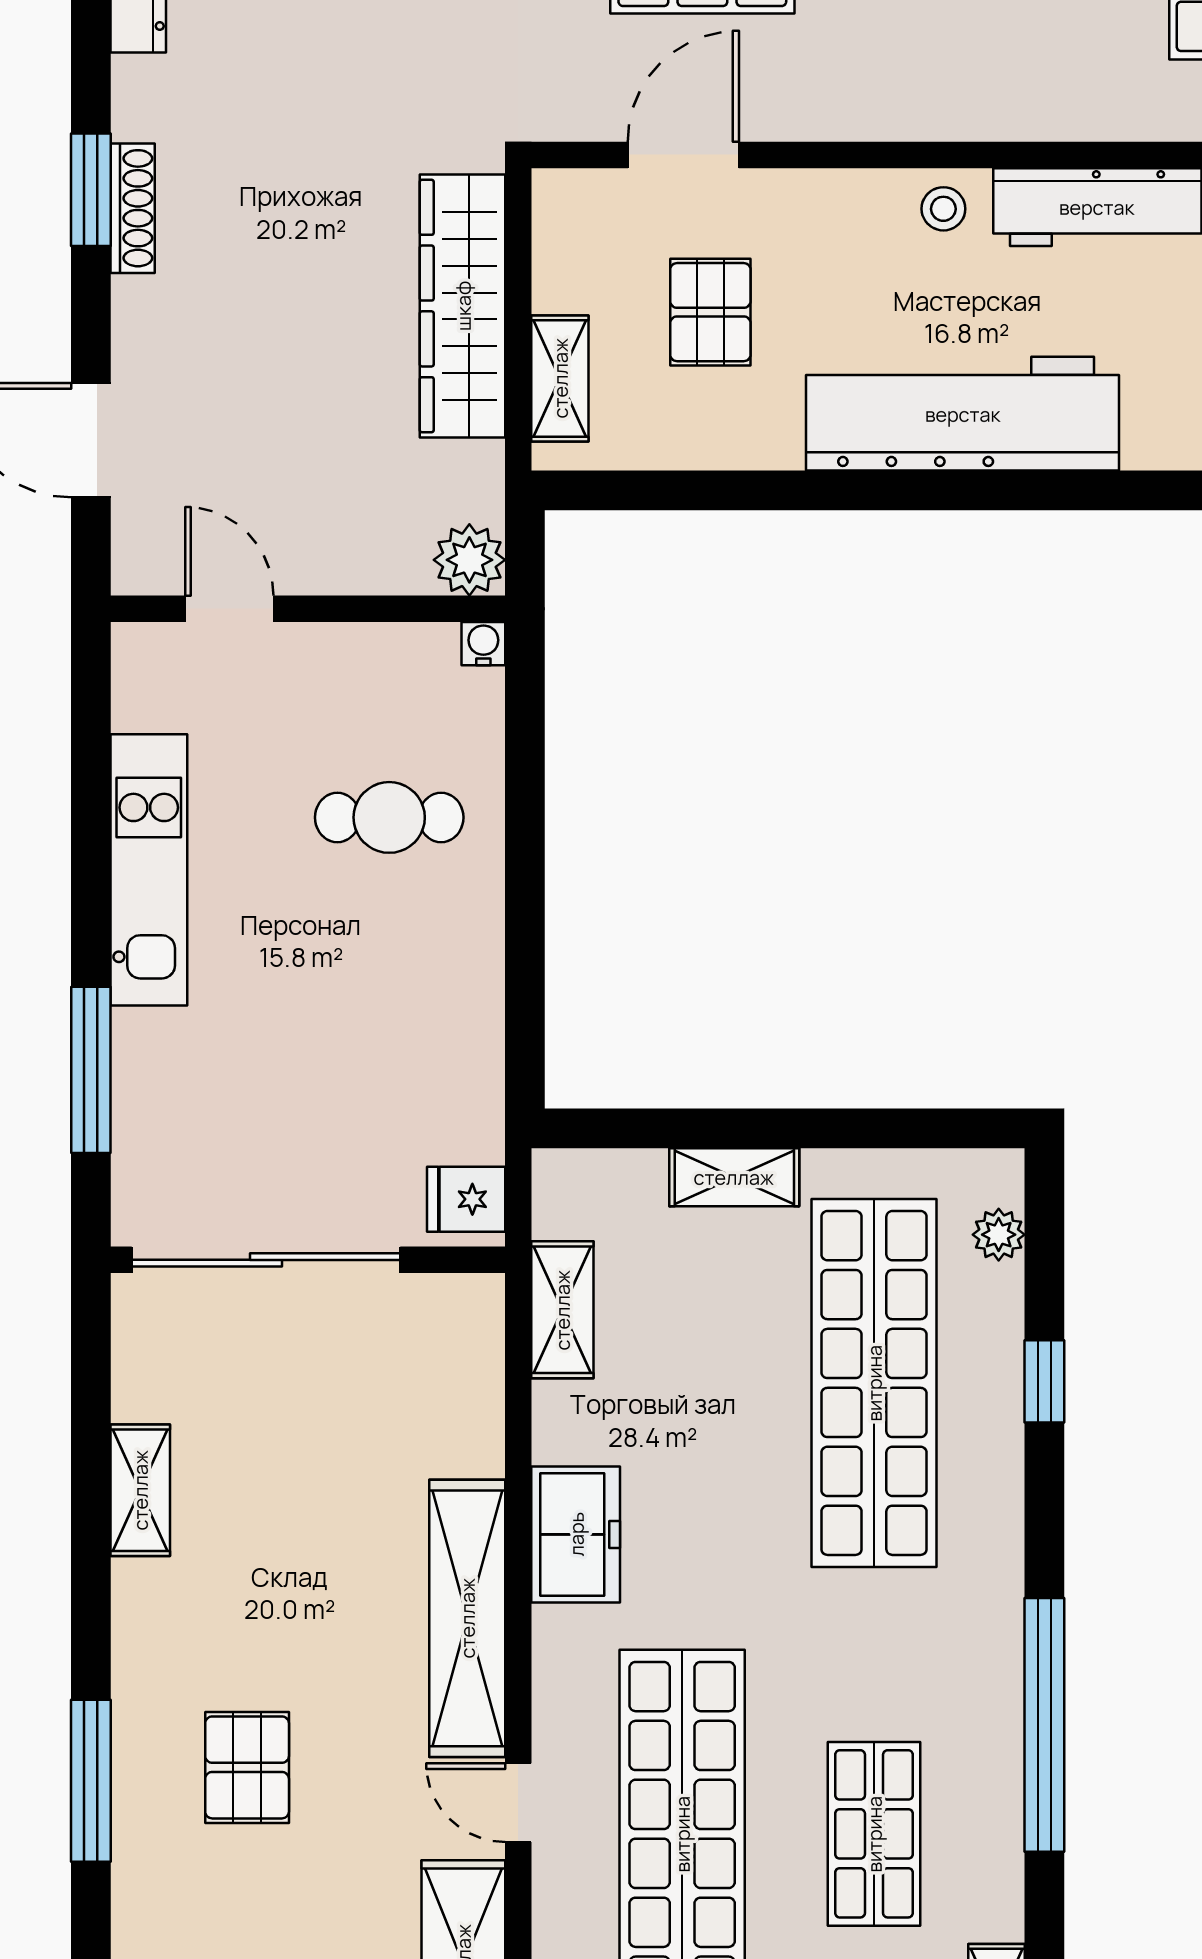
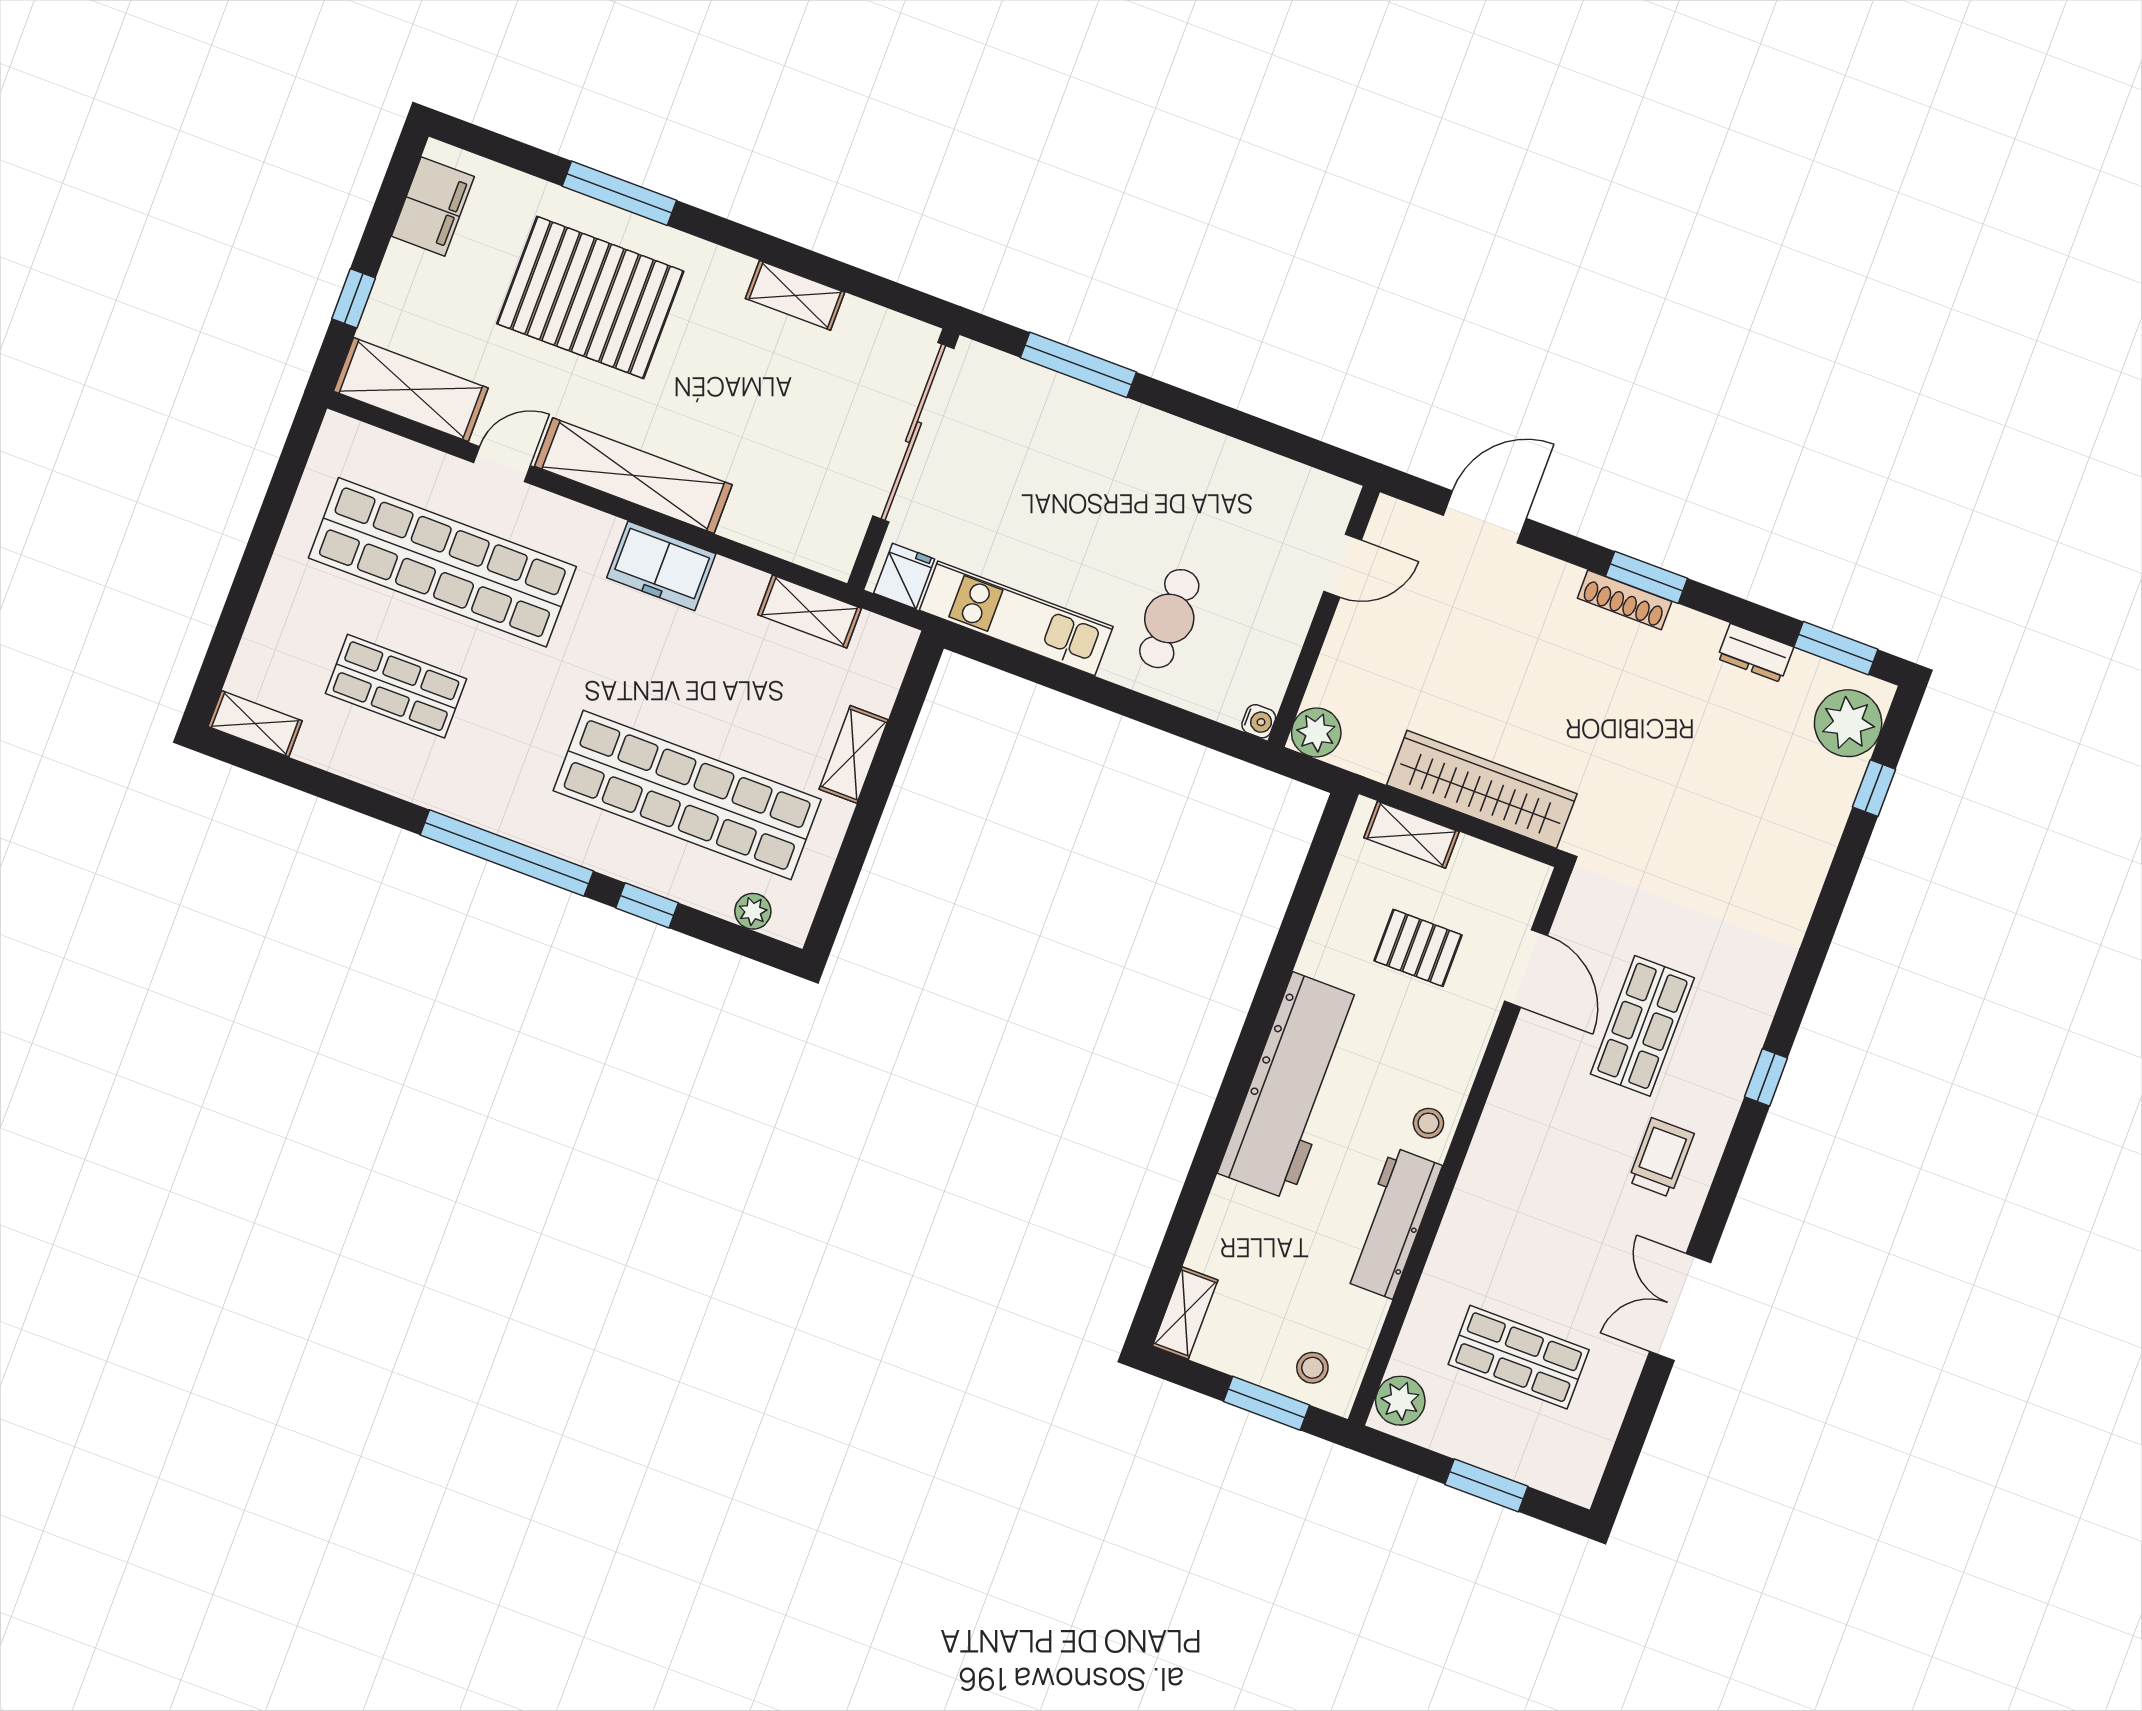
kitchen unit: (149, 870) -> (1016, 618), moved, turned 180
window: (1044, 1725) -> (507, 853), moved
pallet: (247, 1767) -> (590, 297), width x2.05, depth x2.00

